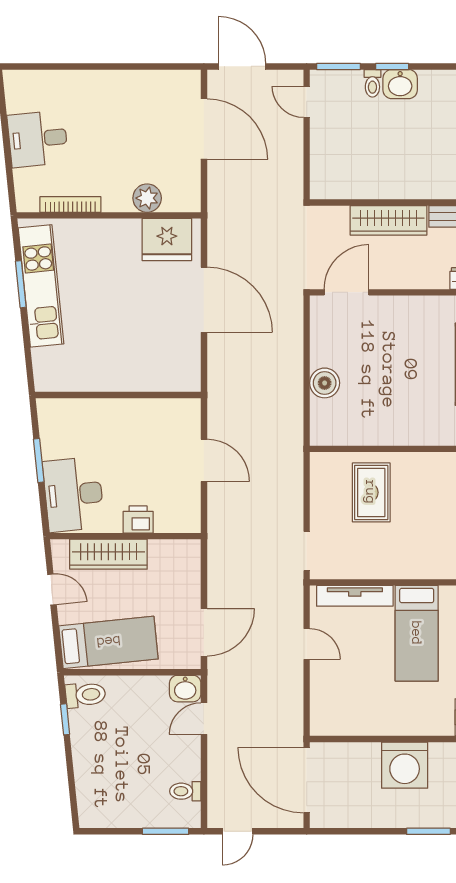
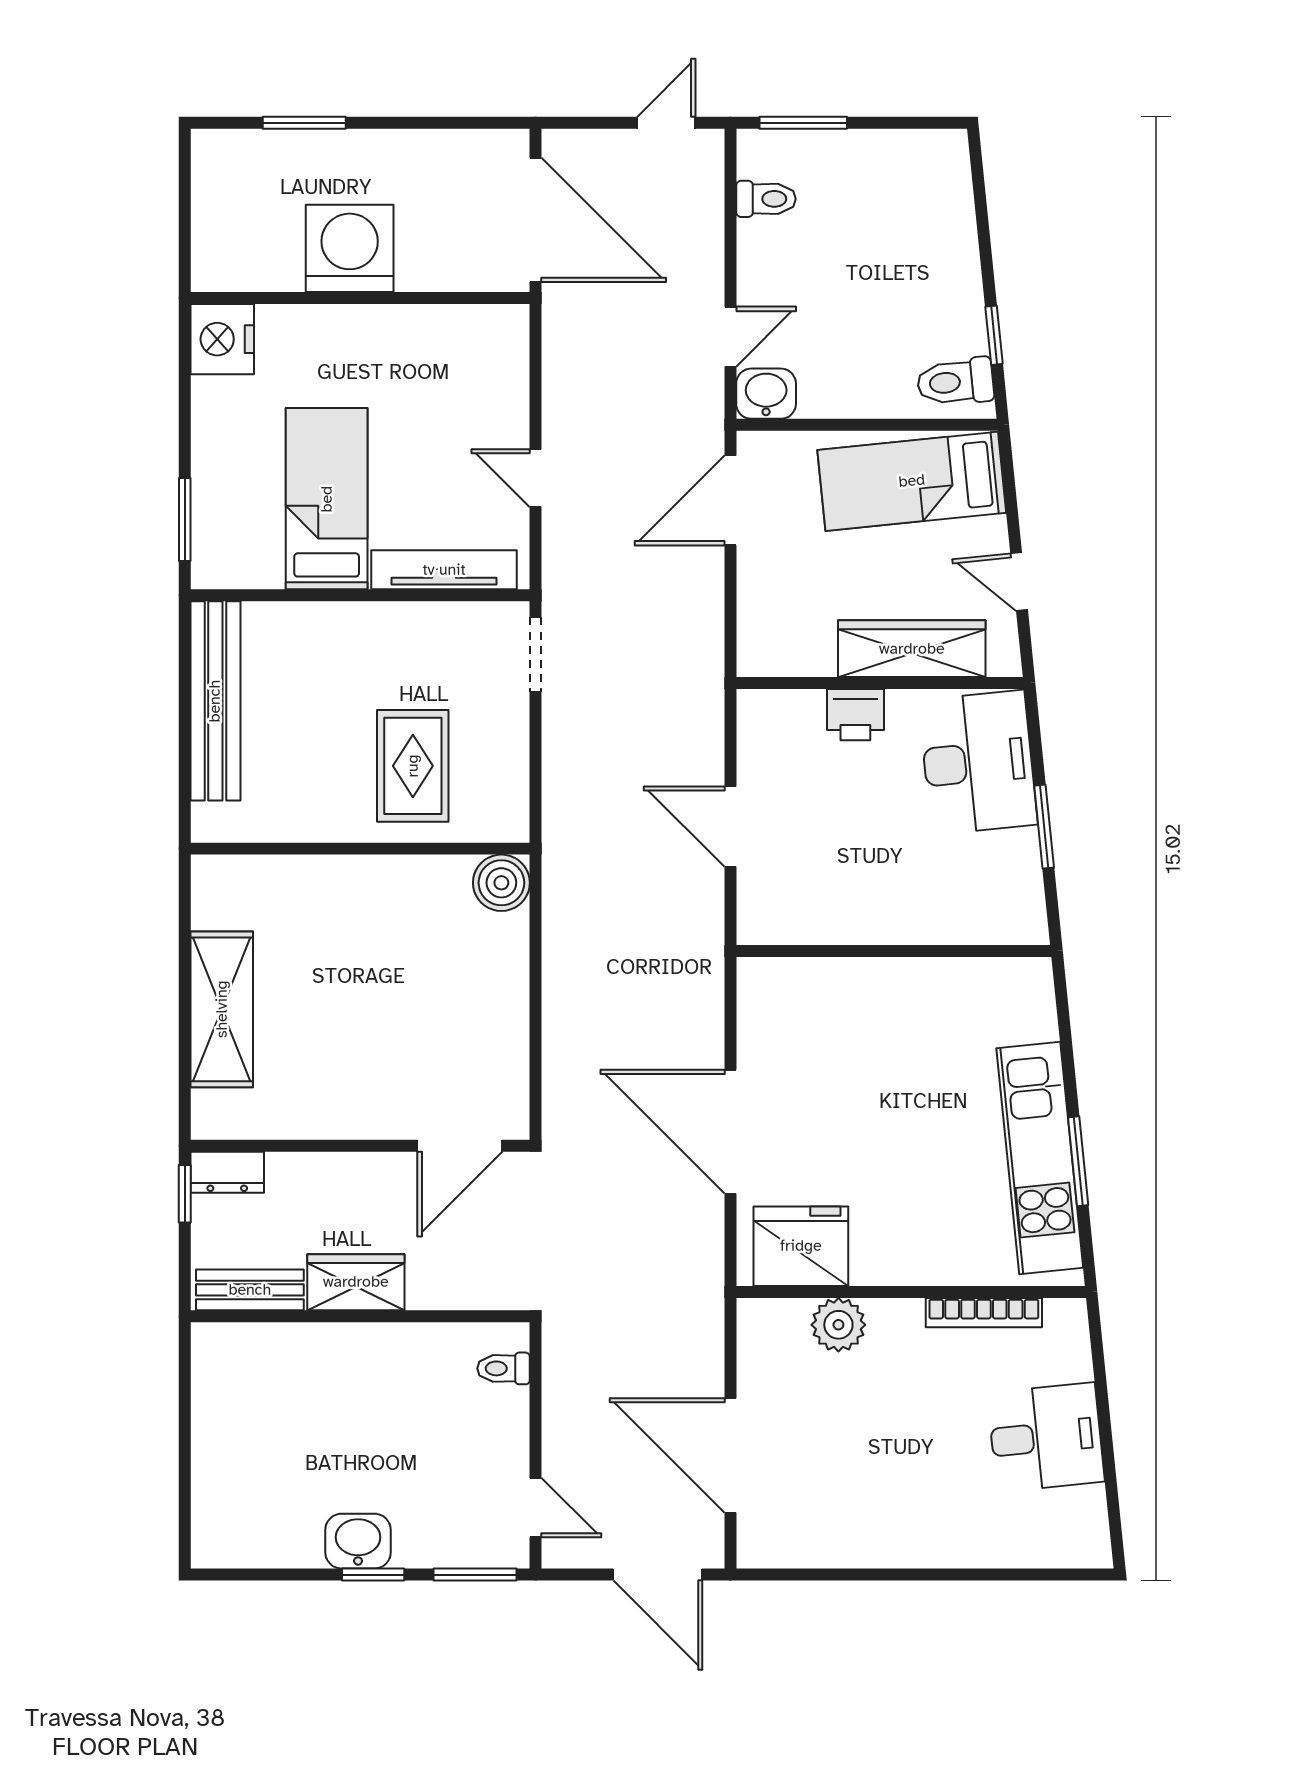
toilet: (372, 83) -> (504, 1368), moved, turned -90
wardrobe: (388, 220) -> (356, 1282), width x0.67
boiler: (325, 383) -> (501, 883), moved

